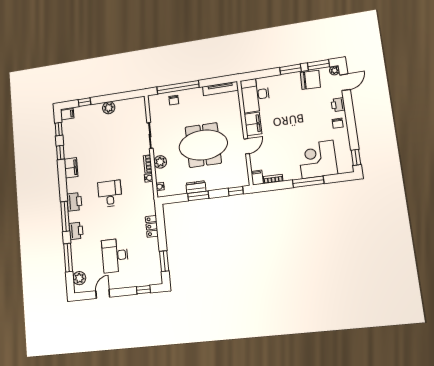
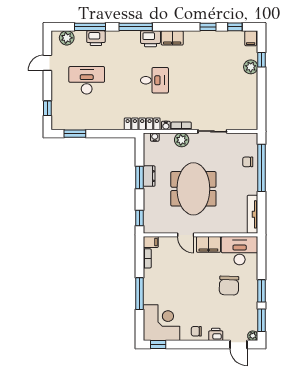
chair: (310, 80) -> (229, 286), moved
plant: (109, 108) -> (251, 67), moved
corner desk: (318, 159) -> (161, 323), moved
filing cabinet: (71, 168) -> (172, 38), moved
locker: (152, 226) -> (142, 124), moved, width x1.53
printer: (76, 231) -> (96, 38), moved
door: (103, 294) -> (47, 63), swing flipped

